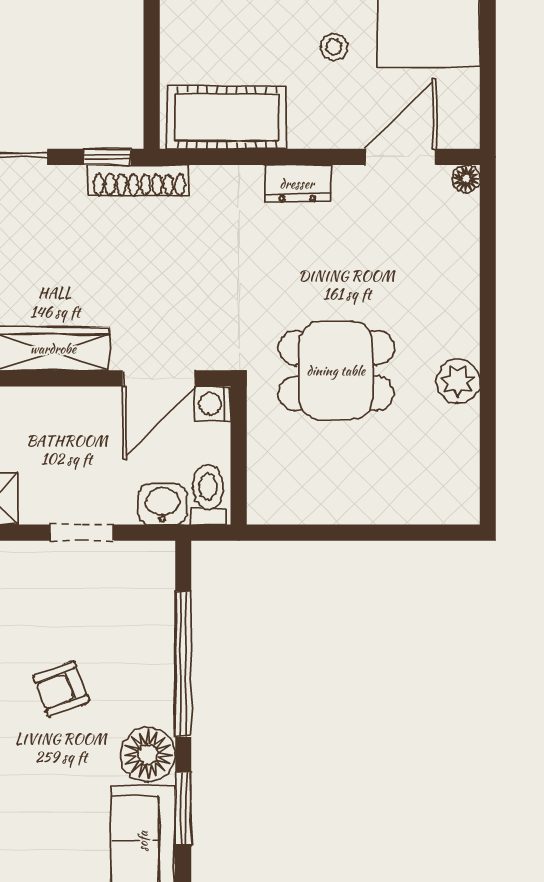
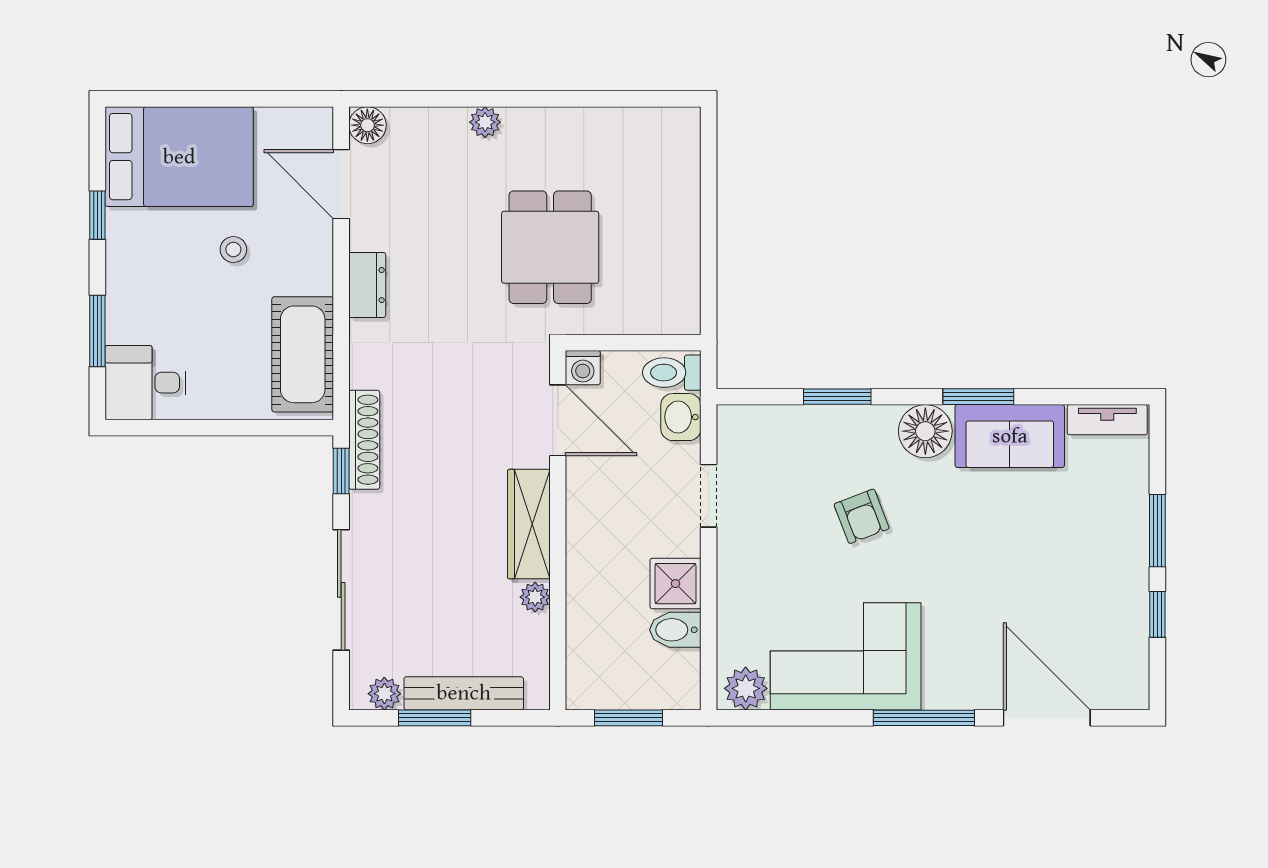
floor lamp: (466, 179) -> (367, 125), width x1.37, depth x1.37
plant: (458, 381) -> (485, 122), moved, width x0.73, depth x0.73
window: (183, 664) -> (837, 397), width x0.47

